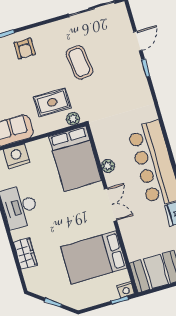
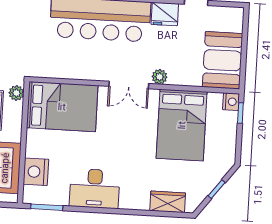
plant: (108, 166) -> (160, 77), moved
double door: (111, 205) -> (129, 85), swing flipped
wardrobe: (25, 254) -> (168, 202), moved

